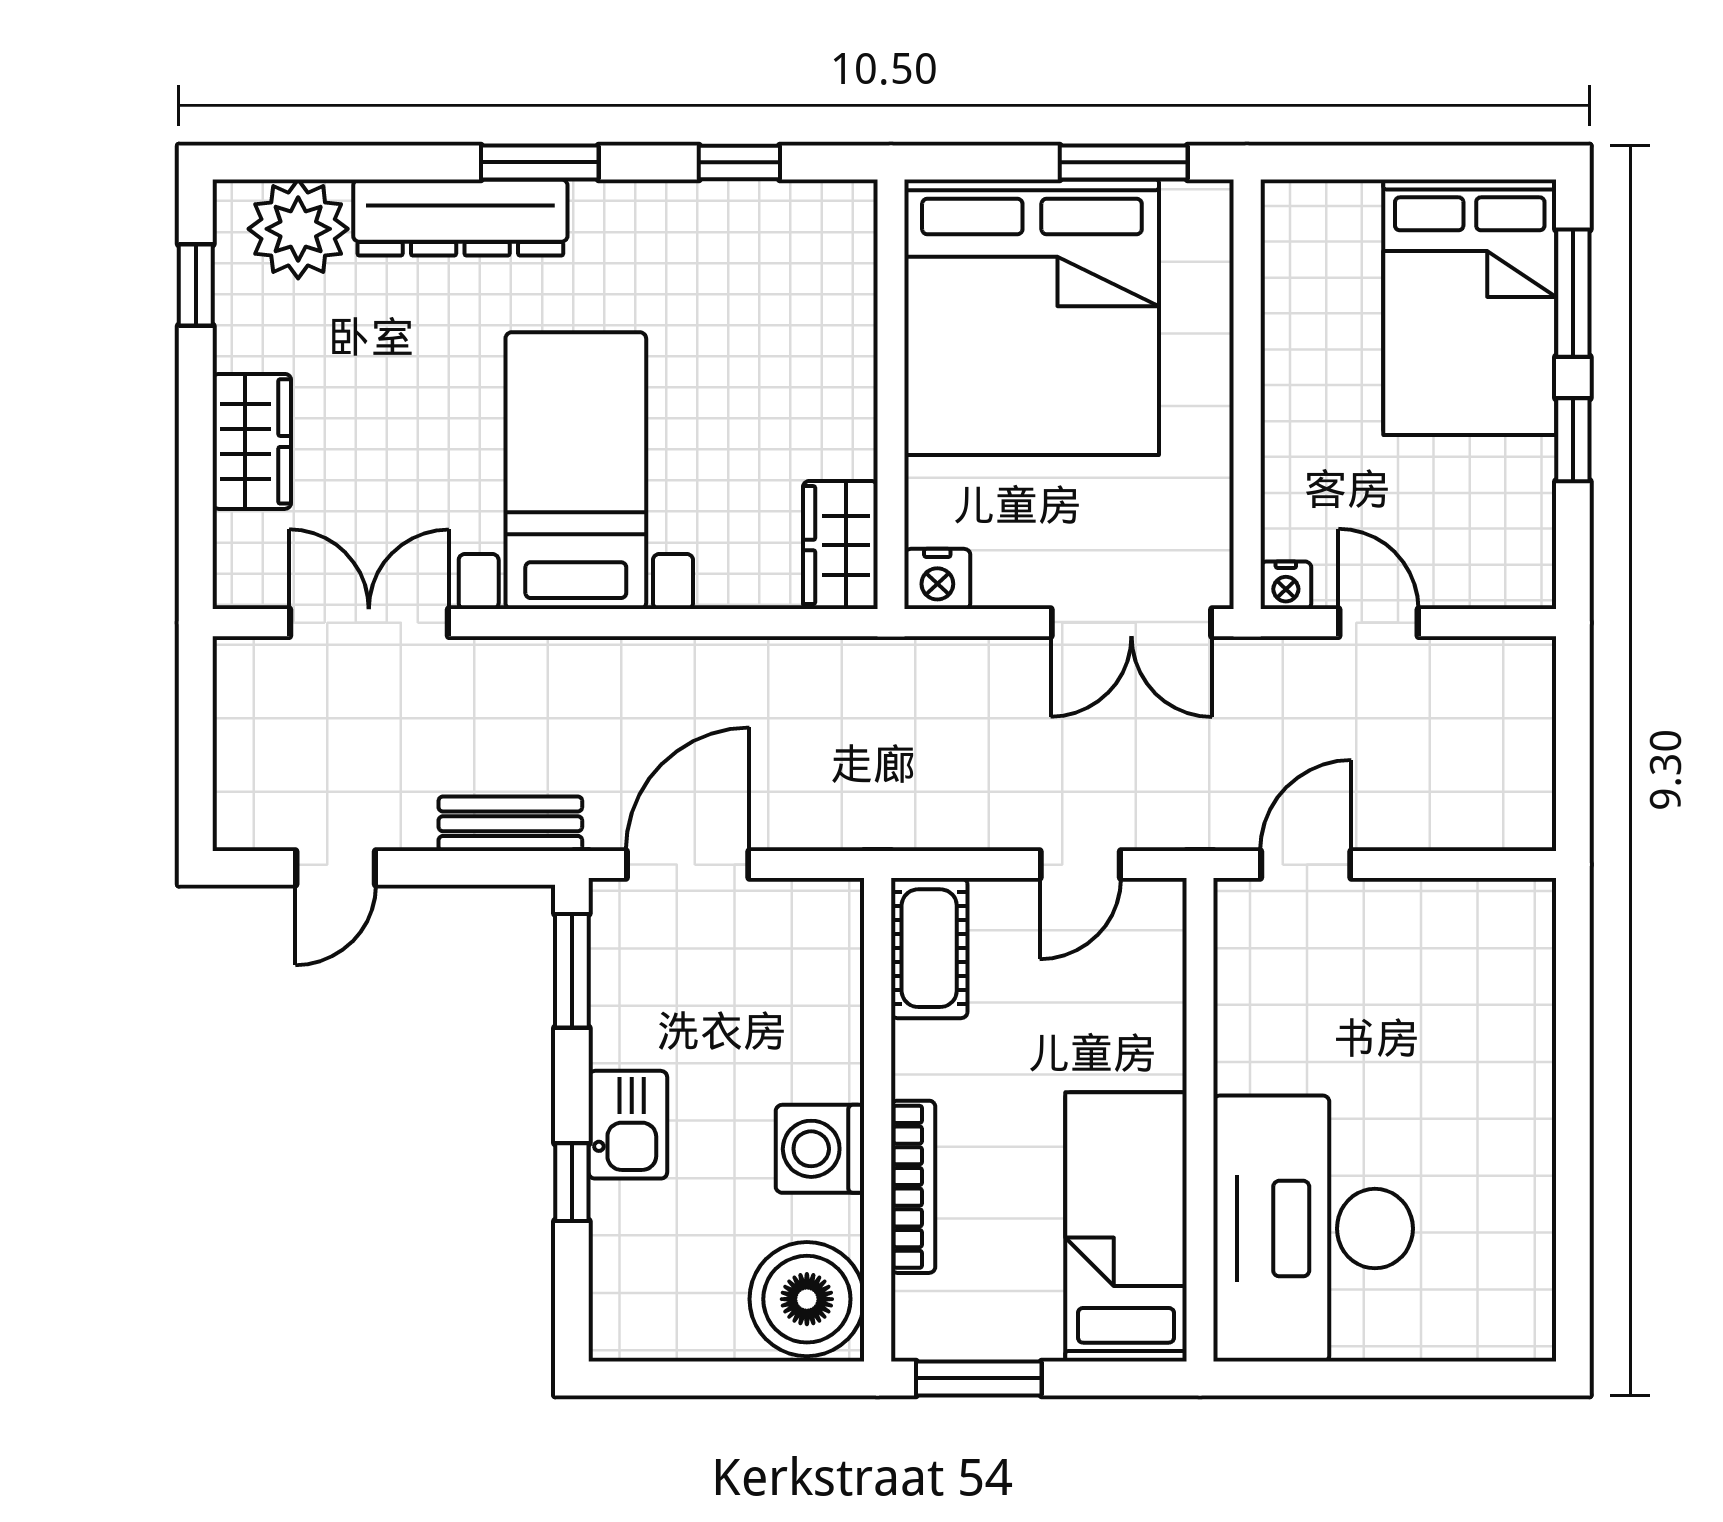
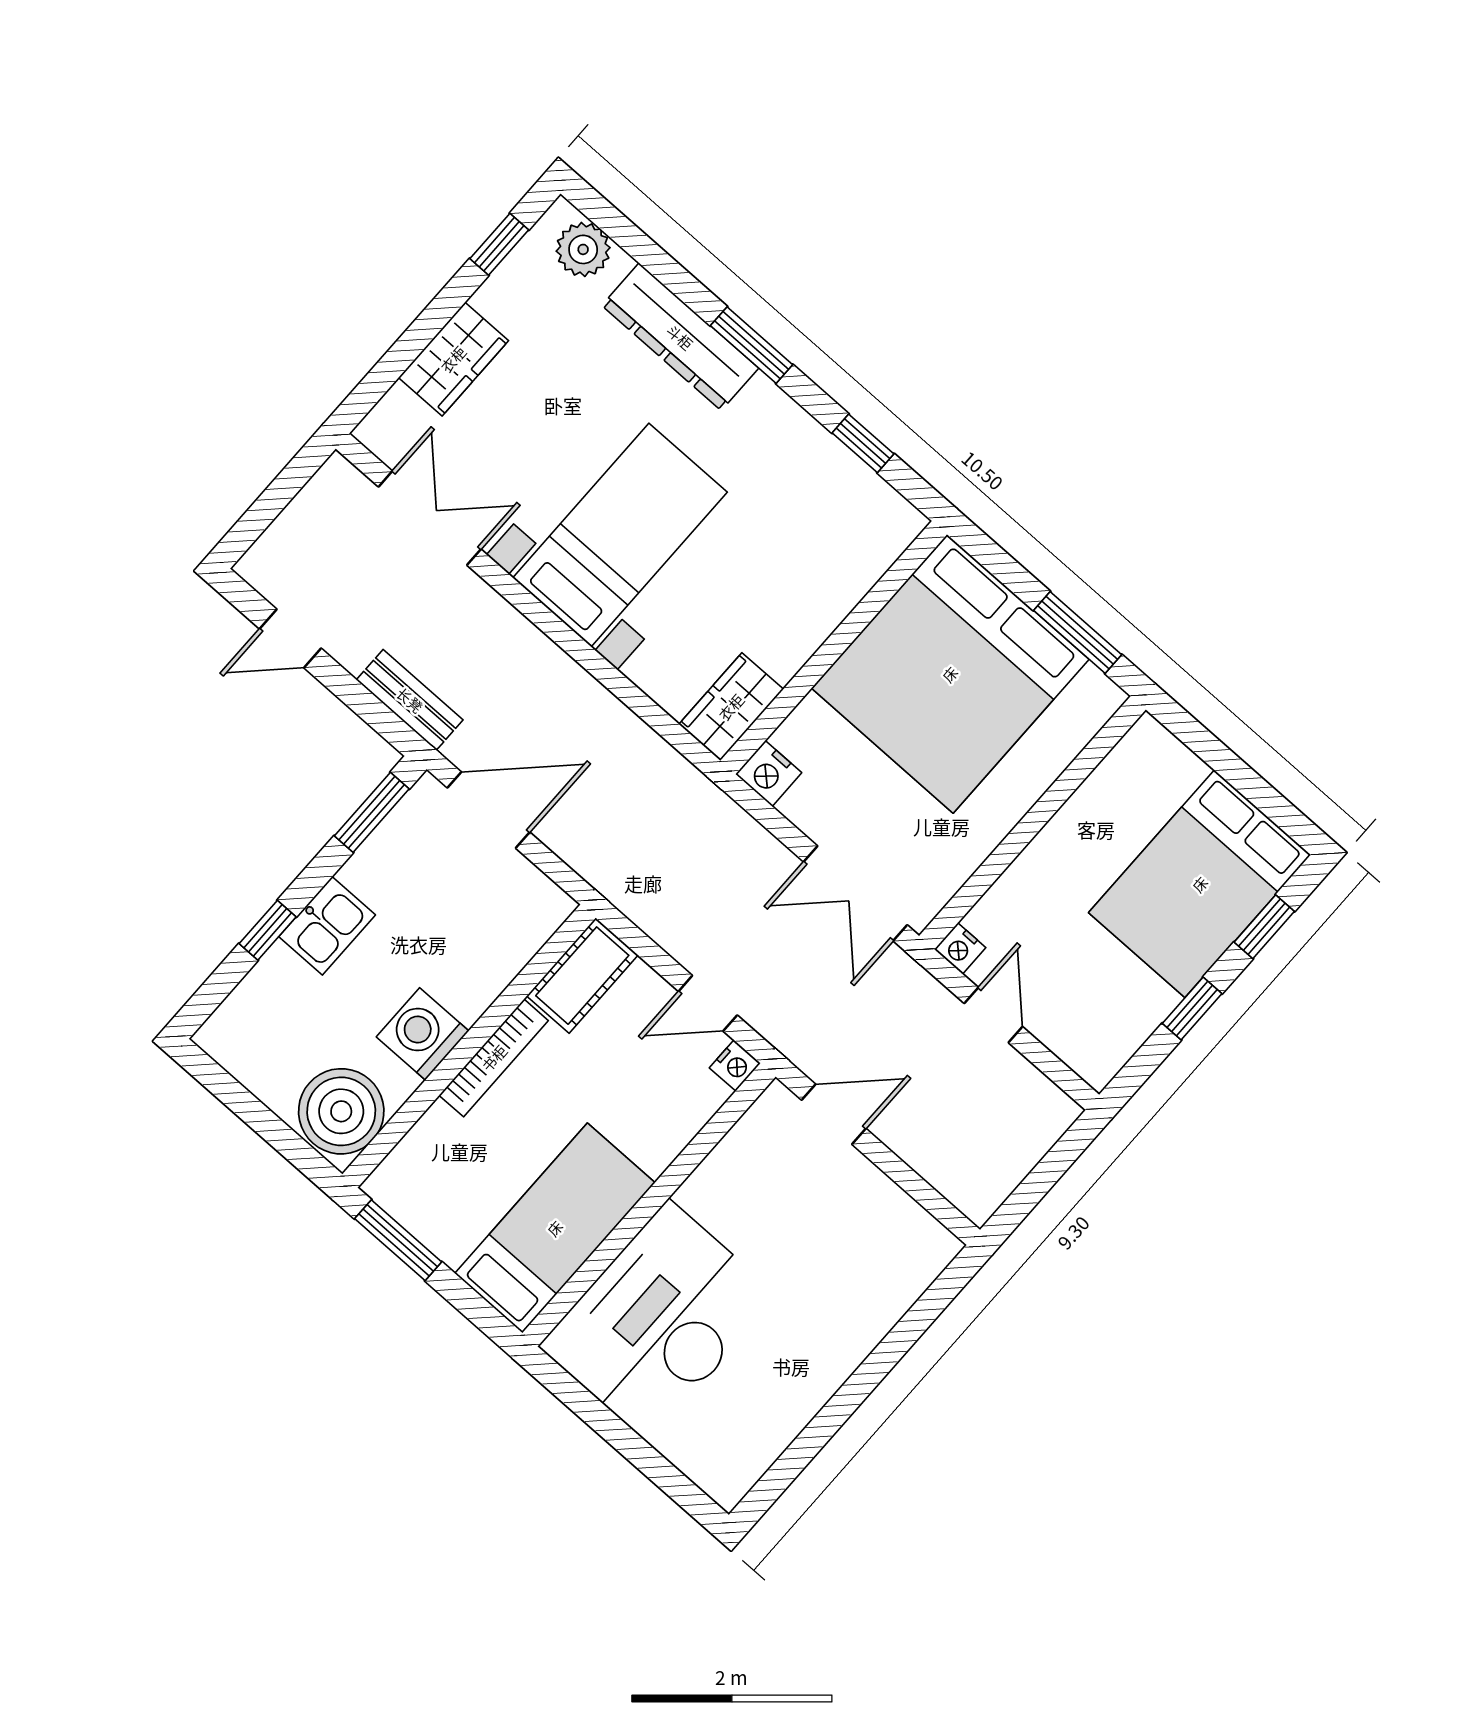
plant: (298, 229) -> (583, 249), width x0.73, depth x0.73
window: (1573, 293) -> (1264, 927), width x0.67
nightstand: (1163, 903) -> (735, 1065), added
bookcase: (913, 1187) -> (494, 1058), moved

